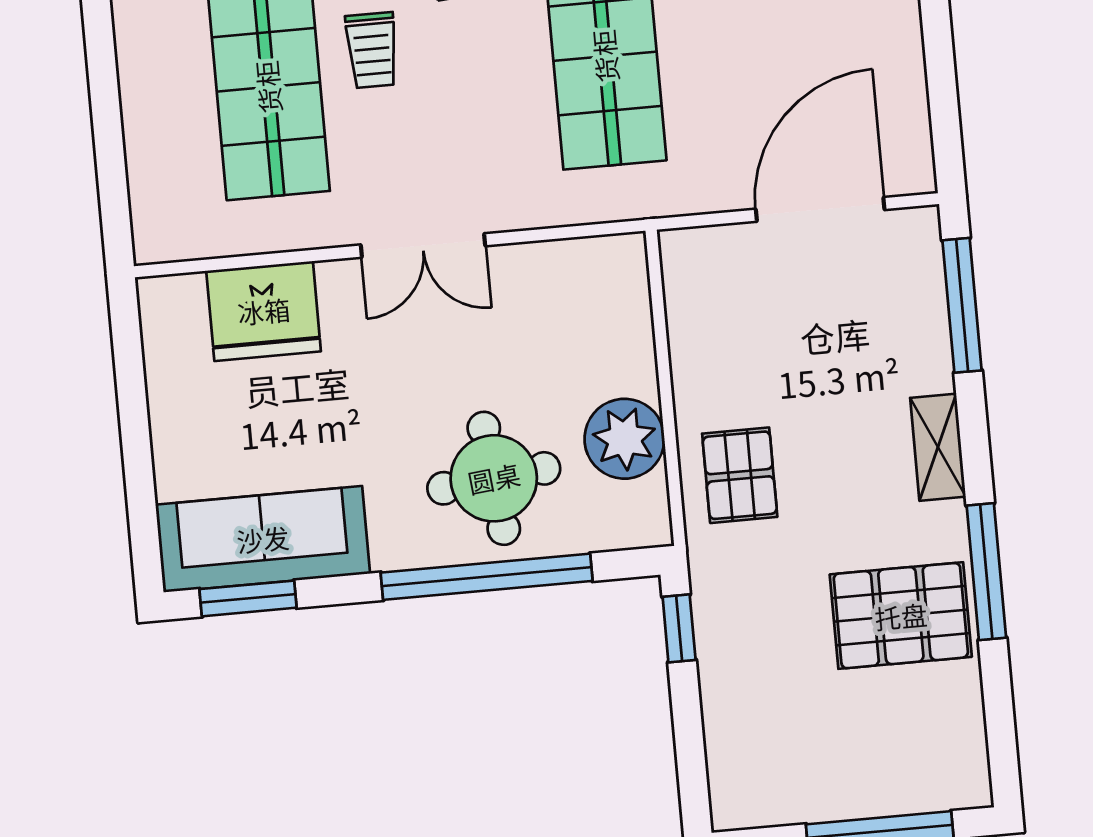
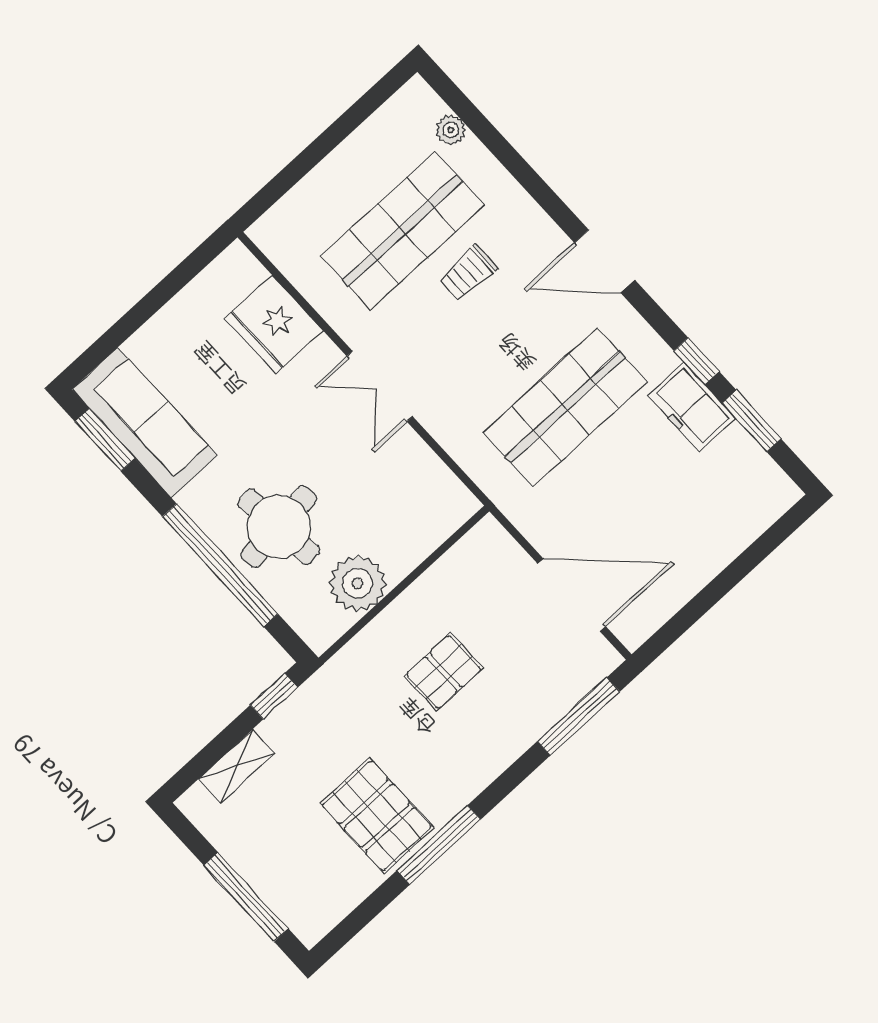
shelving: (938, 447) -> (237, 766), moved
pallet: (740, 475) -> (444, 672), moved

